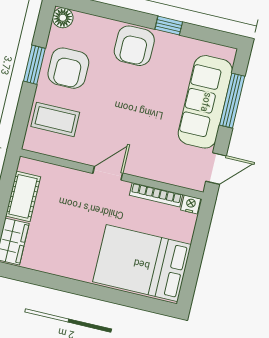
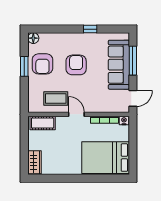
armchair: (134, 46) -> (76, 65), moved, turned 180
coffee table: (55, 119) -> (56, 98), moved
door: (108, 173) -> (76, 114), hinge flipped
cot: (23, 196) -> (43, 123), moved, turned 90

